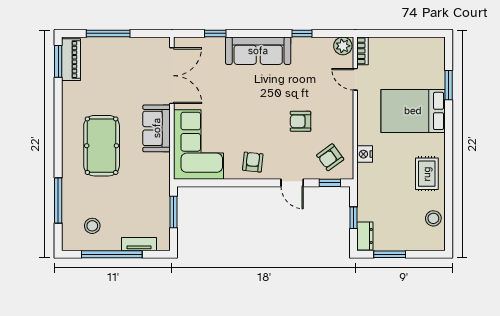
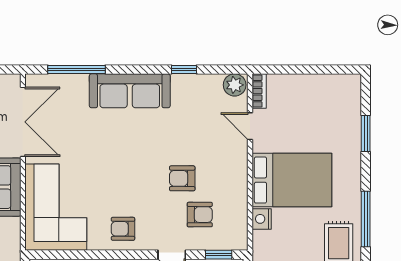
window: (215, 33) -> (77, 69), width x2.17
bed: (413, 111) -> (292, 180), moved, turned 180
window: (449, 154) -> (366, 219), added
armchair: (330, 157) -> (200, 215), moved, turned -144
armchair: (253, 162) -> (123, 229), turned -96

